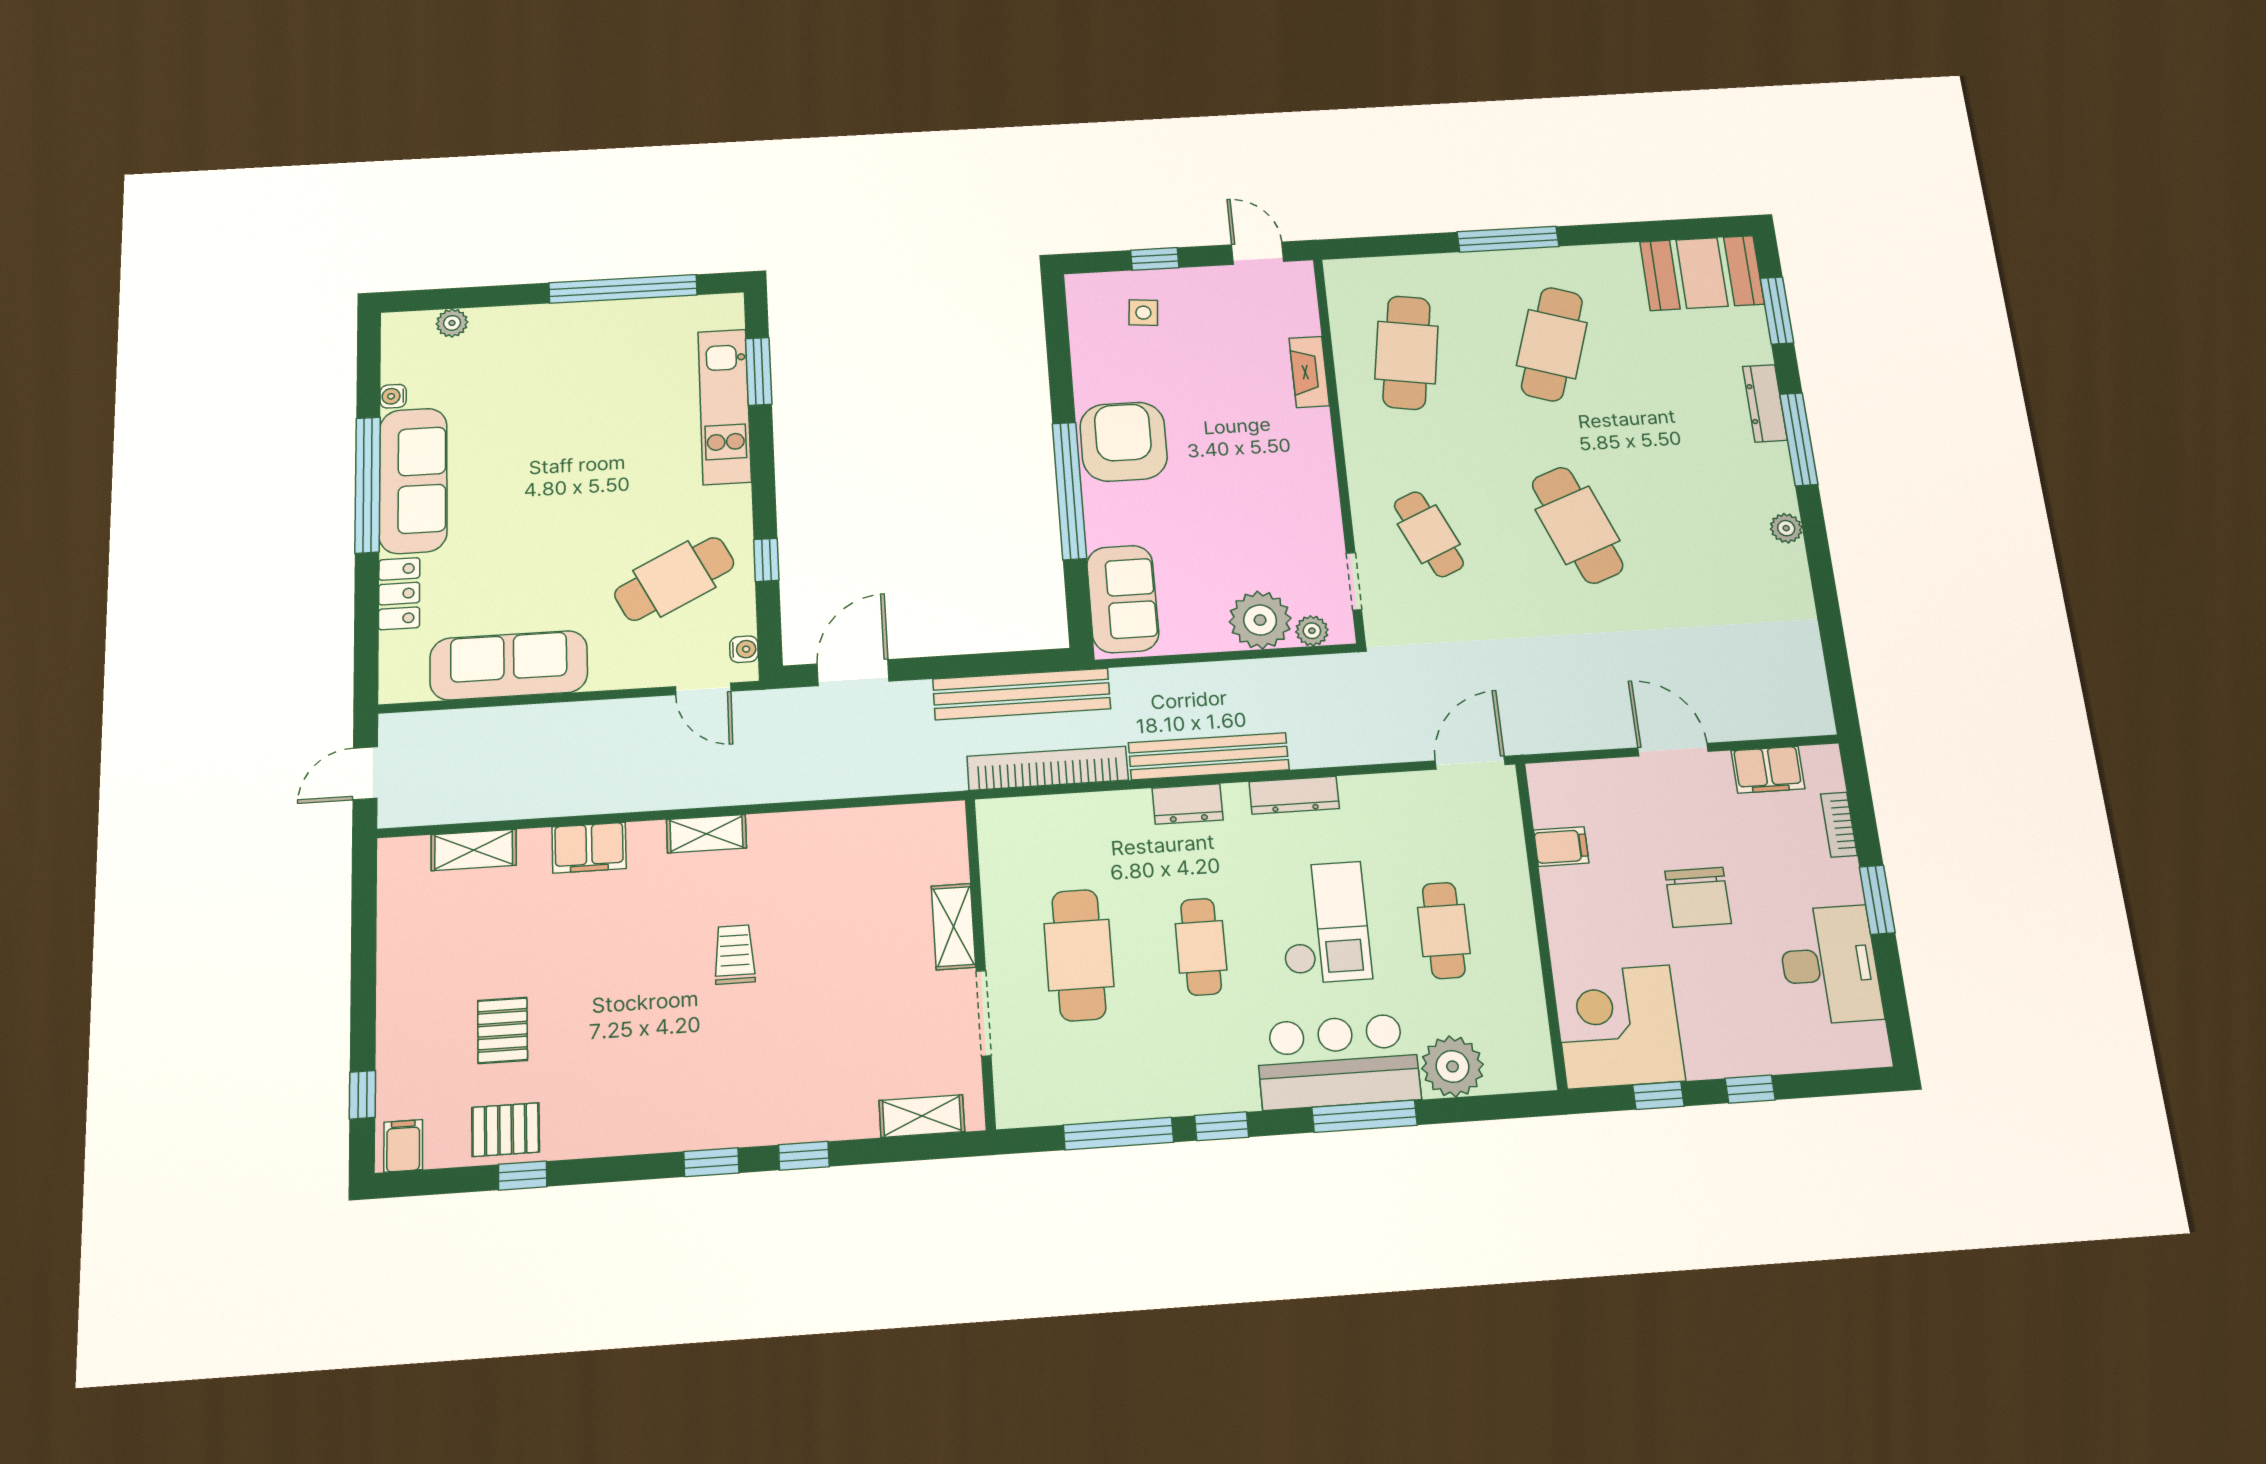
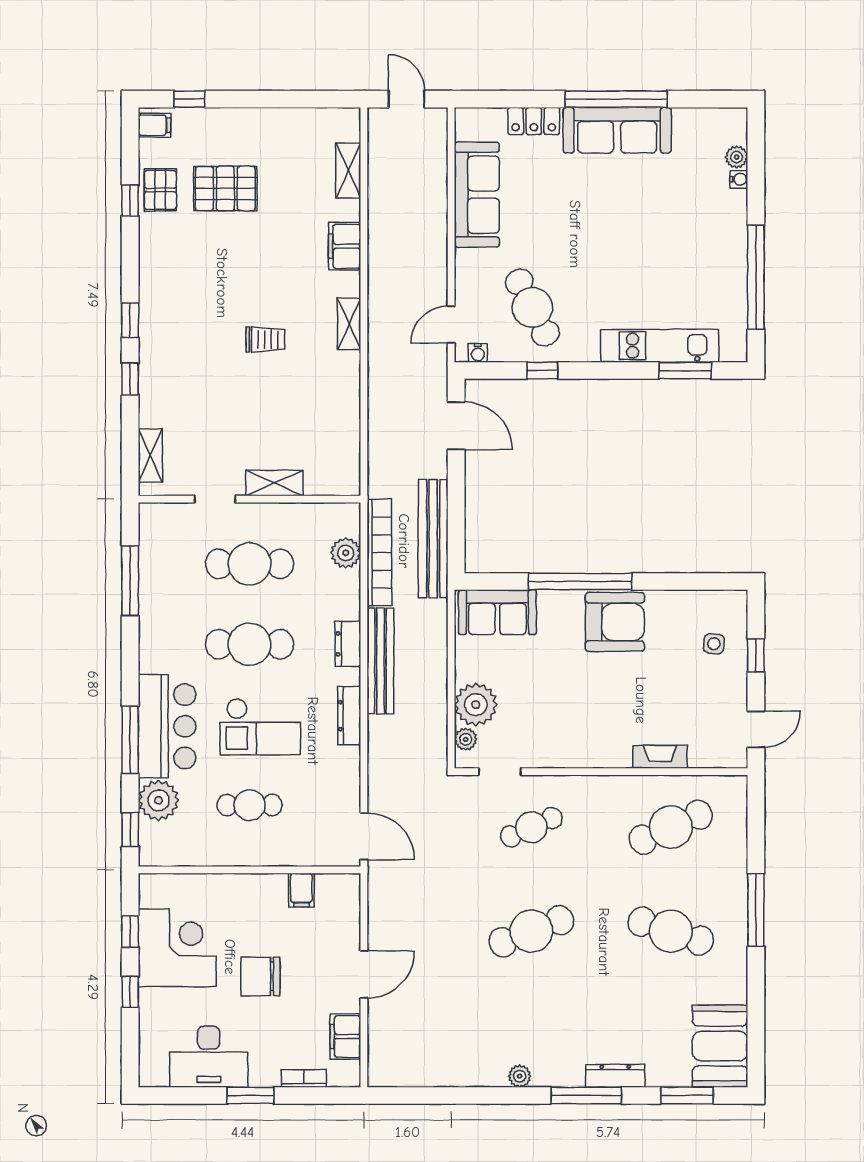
cafe table: (1407, 352) -> (671, 827), turned -33
water cooler: (393, 396) -> (739, 179), moved, turned 90
plant: (1052, 816) -> (346, 553), added
cafe table: (1201, 947) -> (250, 644), width x1.37, depth x1.35
doorway: (983, 1013) -> (215, 499), width x0.73
corner desk: (1619, 1027) -> (177, 948), moved
pallet: (503, 1030) -> (225, 189), width x1.50, depth x1.42
window: (1222, 1126) -> (130, 830), moved

